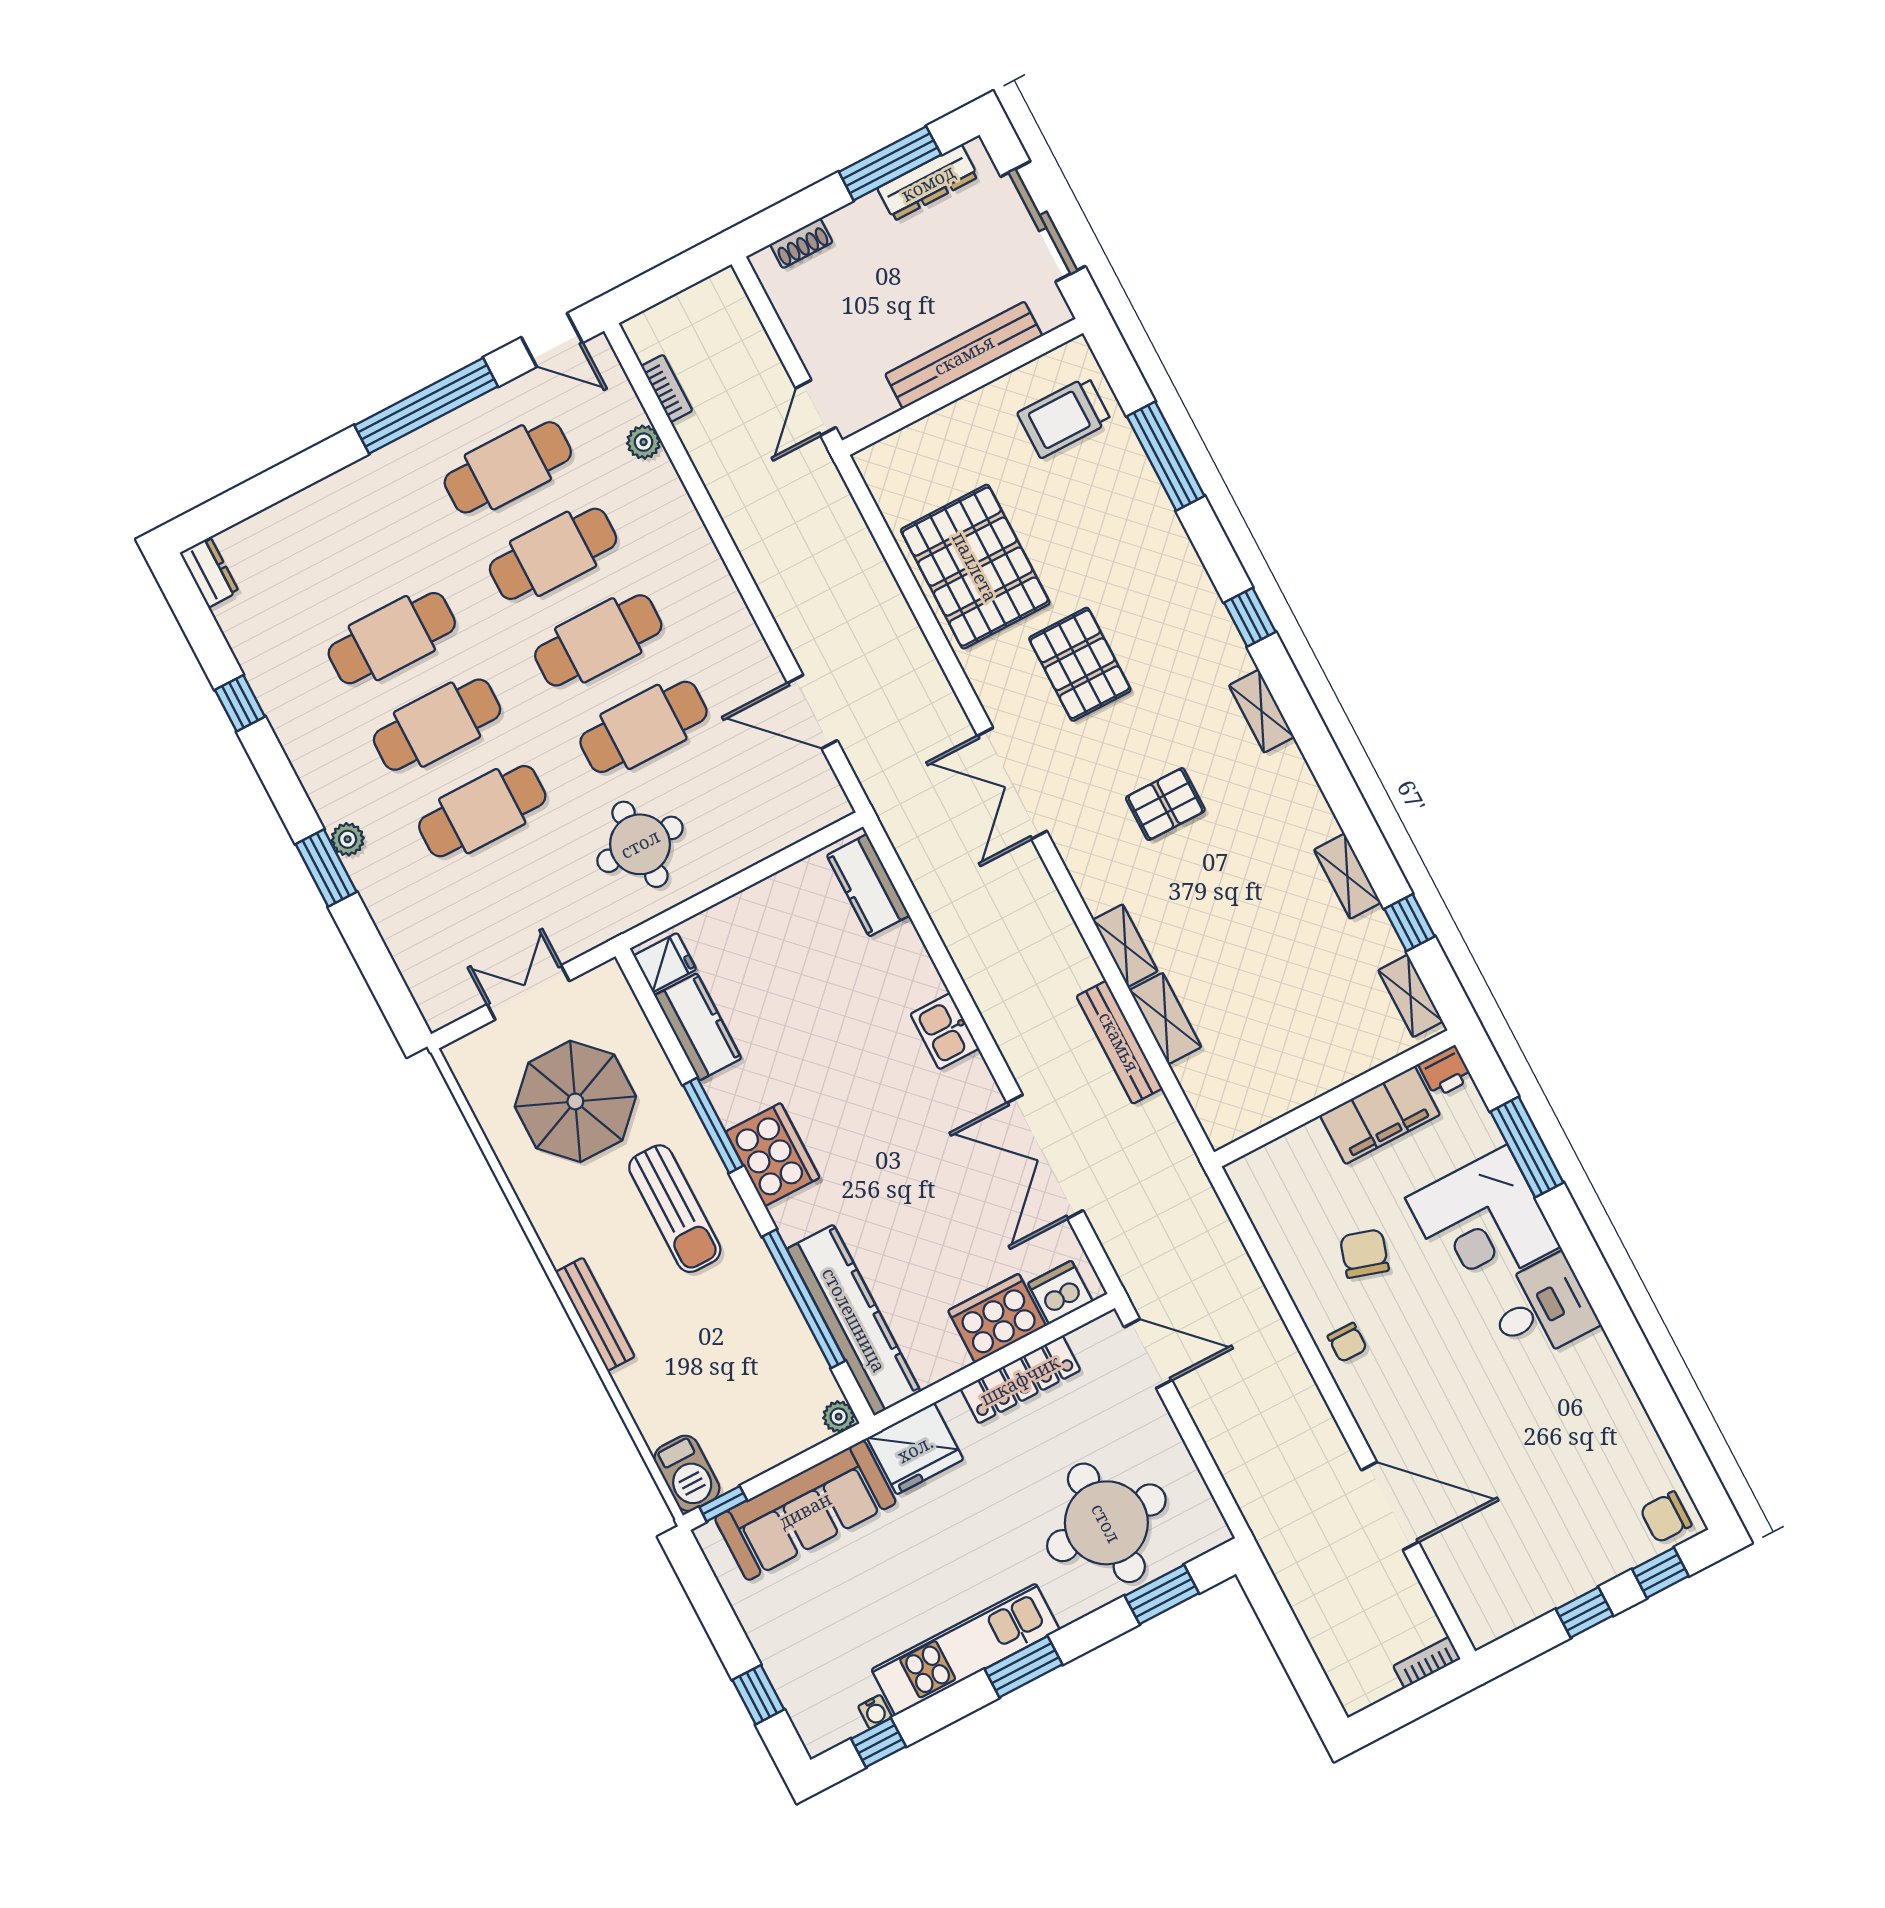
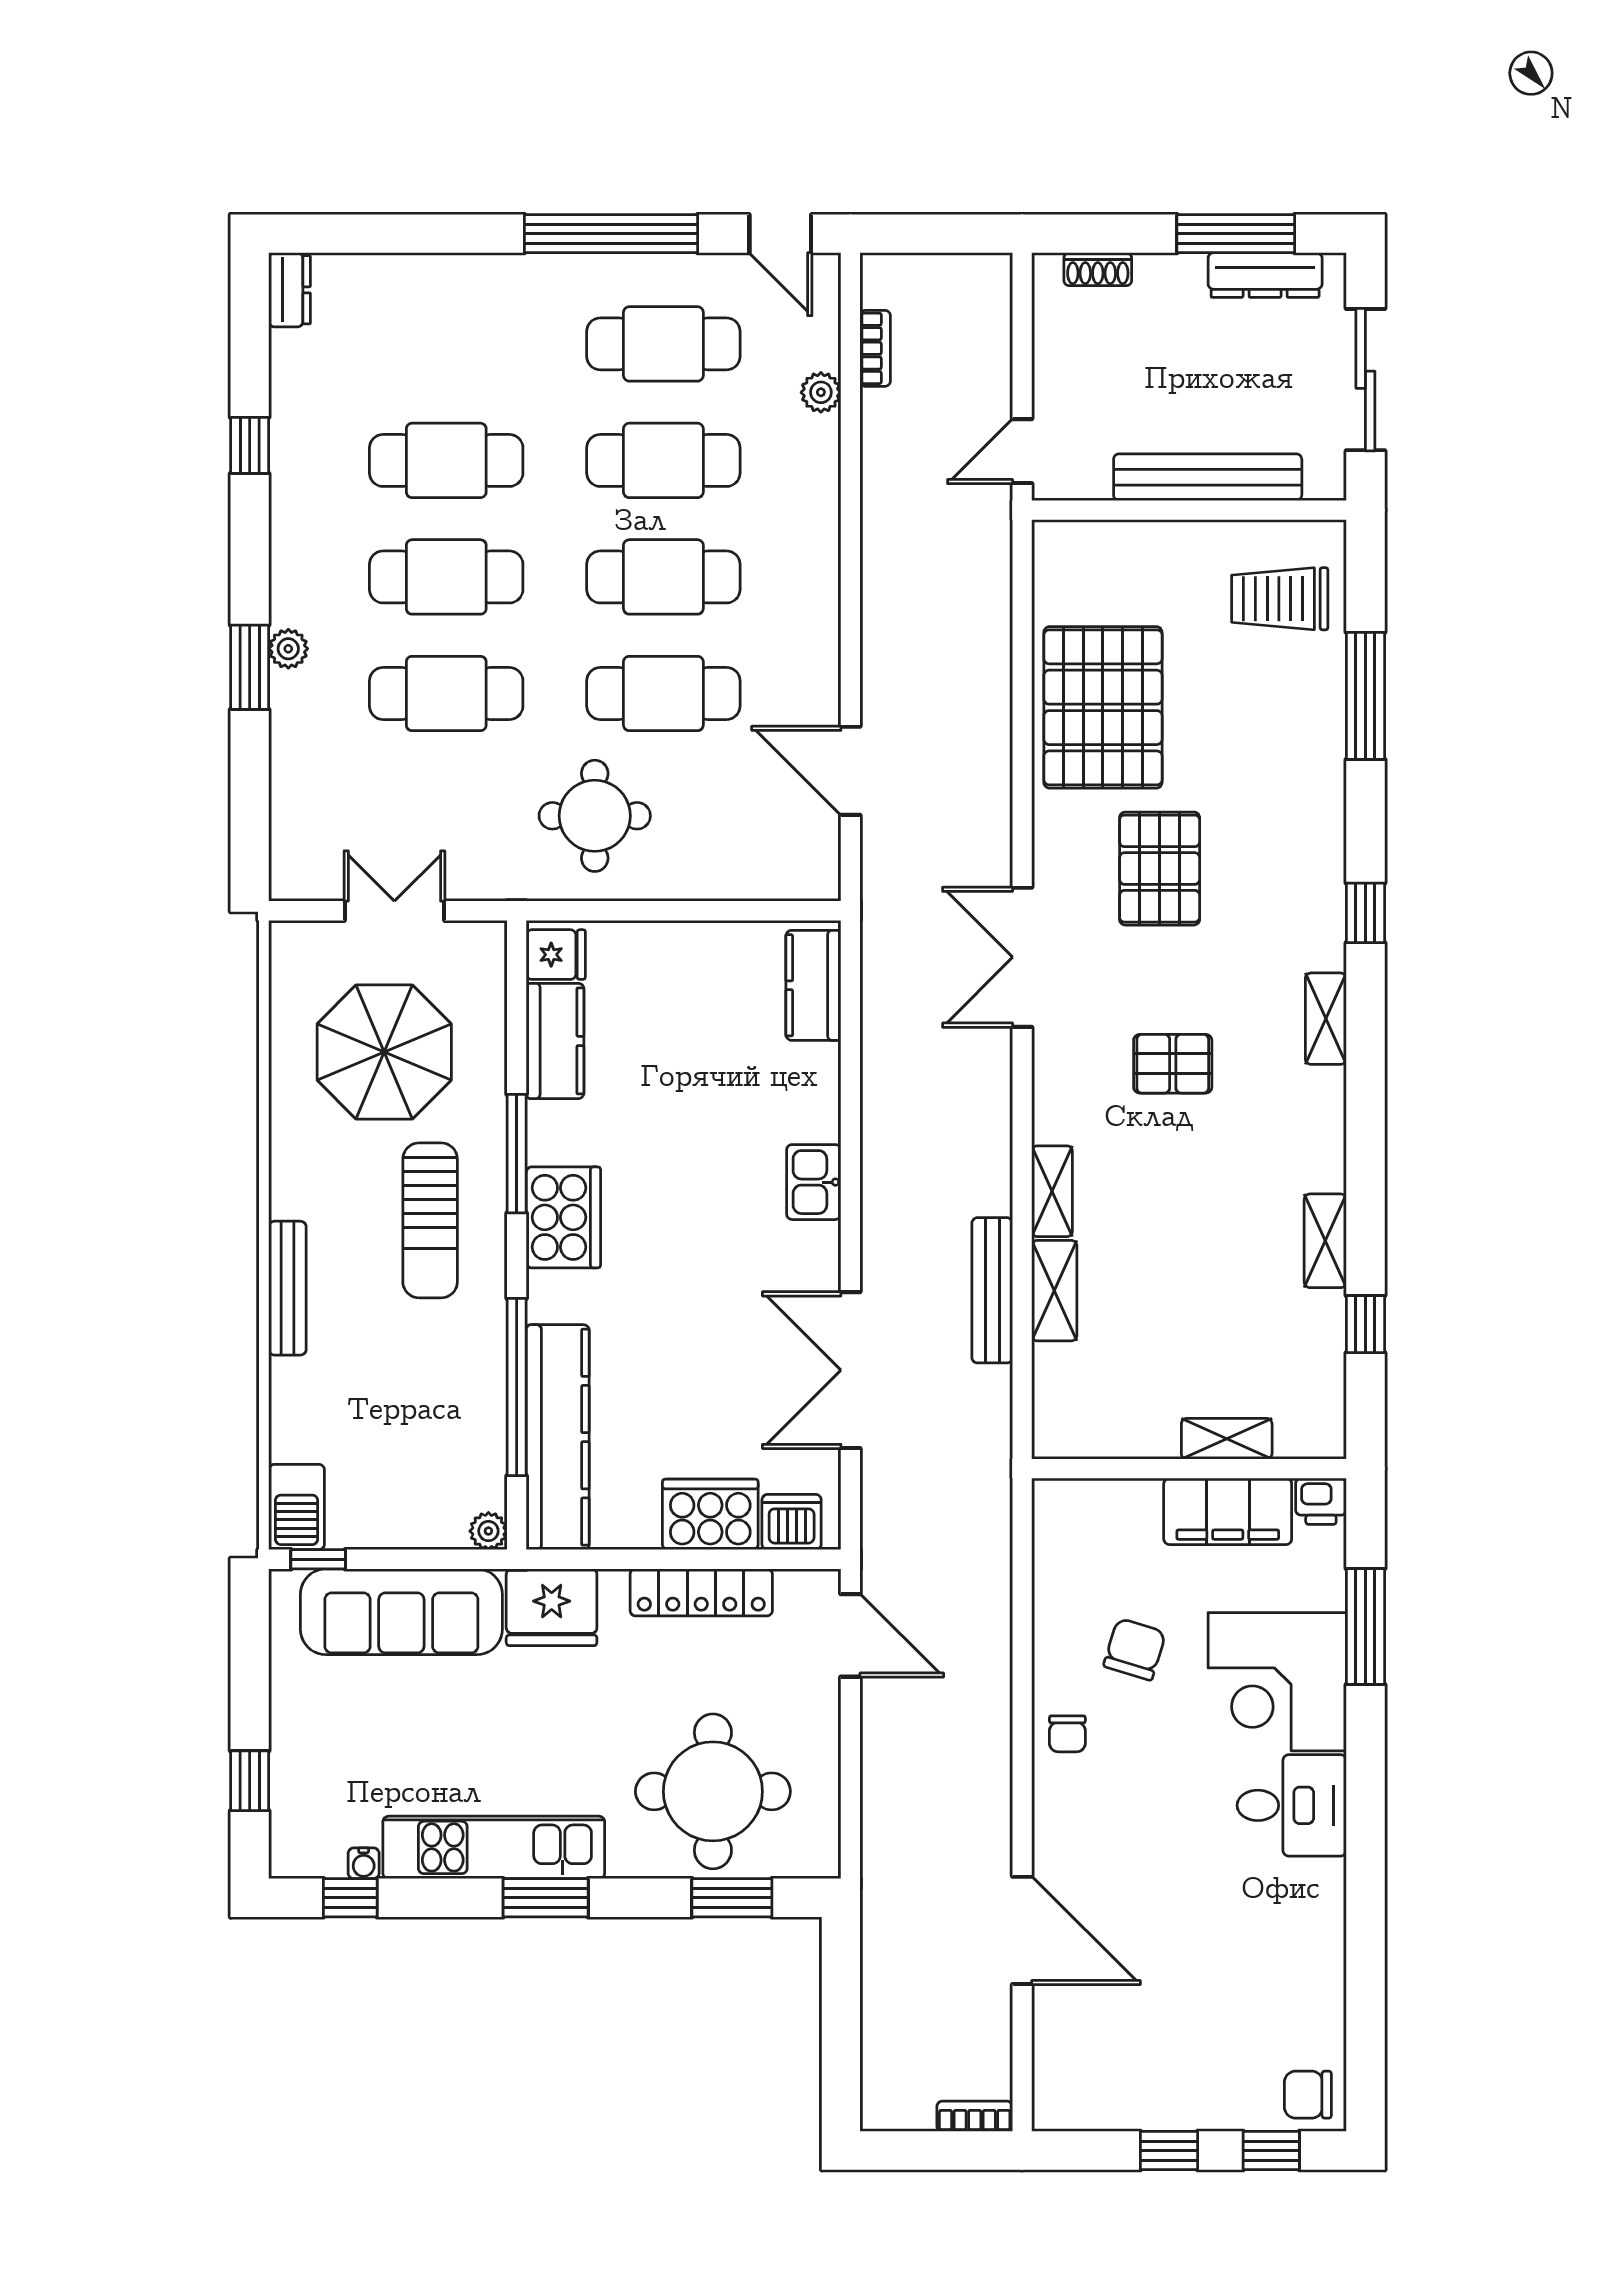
shelving: (1411, 996) -> (1227, 1439), moved, turned 90

